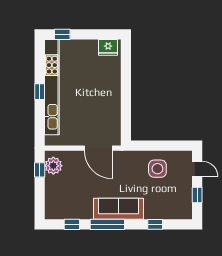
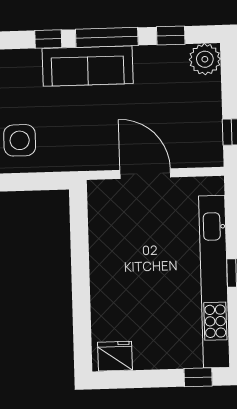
door: (98, 148) -> (145, 174), moved
plant: (53, 166) -> (205, 59), moved
window: (155, 224) -> (48, 39), moved

